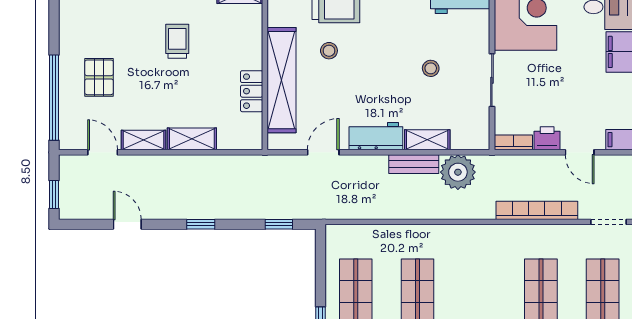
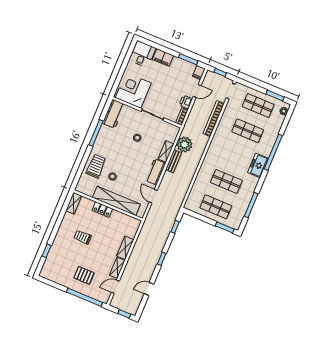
locker: (252, 91) -> (102, 209), moved

